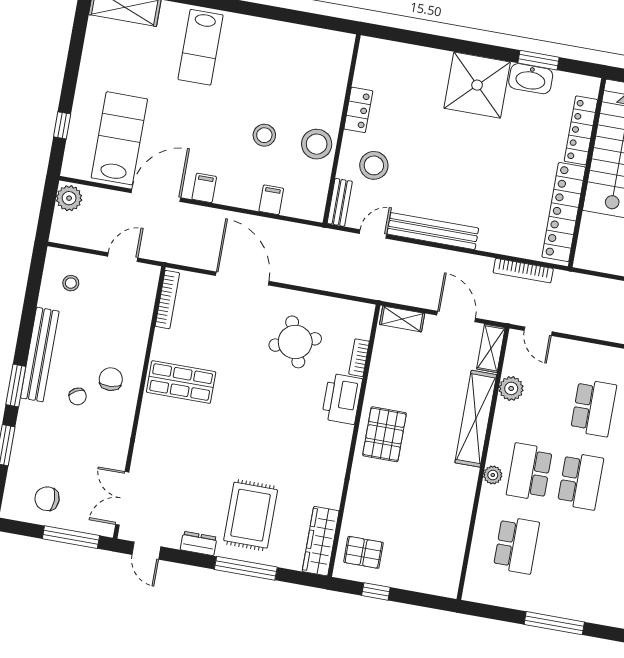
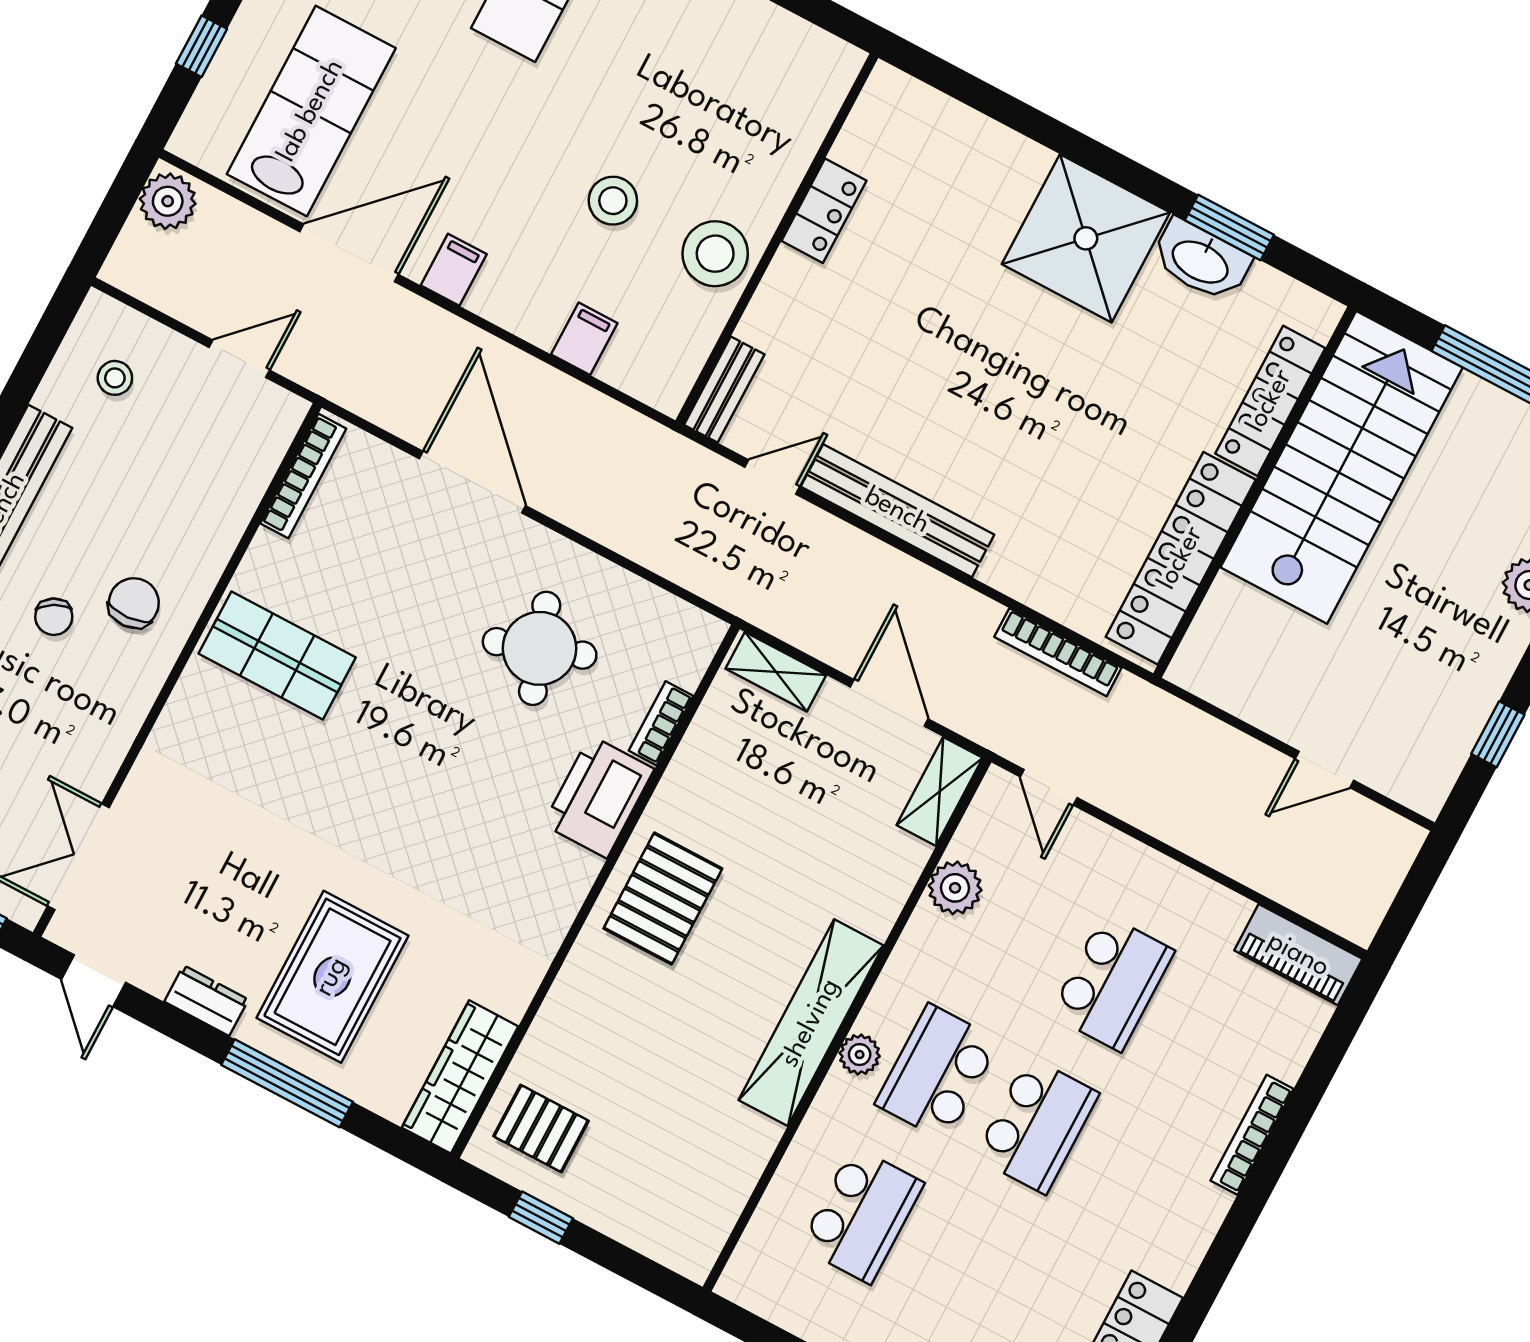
stool: (374, 165) -> (819, 336), removed
shelving: (476, 419) -> (811, 1023), moved

